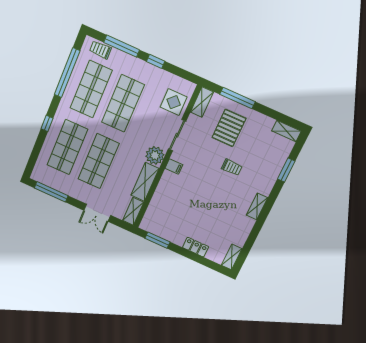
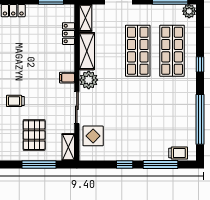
shop shelf: (91, 89) -> (172, 114), removed
shop shelf: (123, 103) -> (138, 114), removed
plant: (38, 175) -> (189, 11), added
locker: (155, 205) -> (68, 34), added

